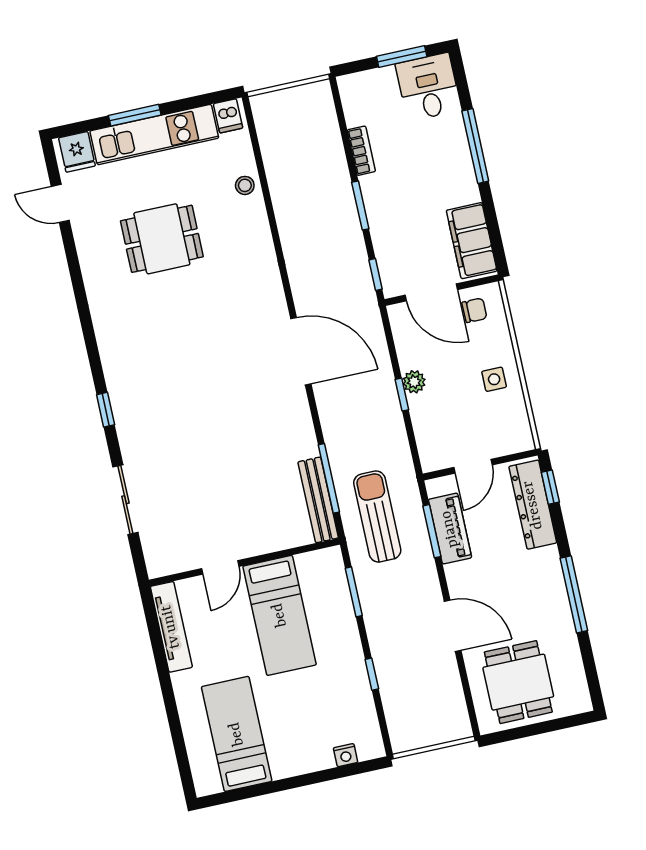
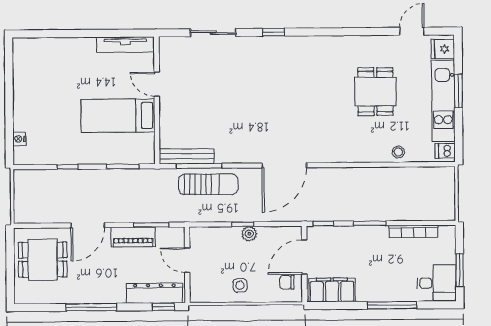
bookcase: (361, 151) -> (413, 231), width x1.56
chair: (474, 310) -> (287, 282), turned 90
sun lounger: (377, 517) -> (208, 184), moved
piano: (450, 529) -> (133, 237), moved
bed: (237, 734) -> (48, 72), removed

